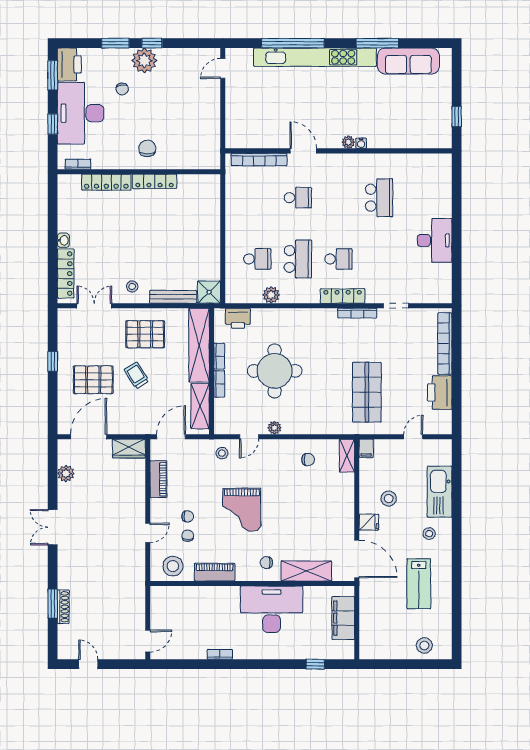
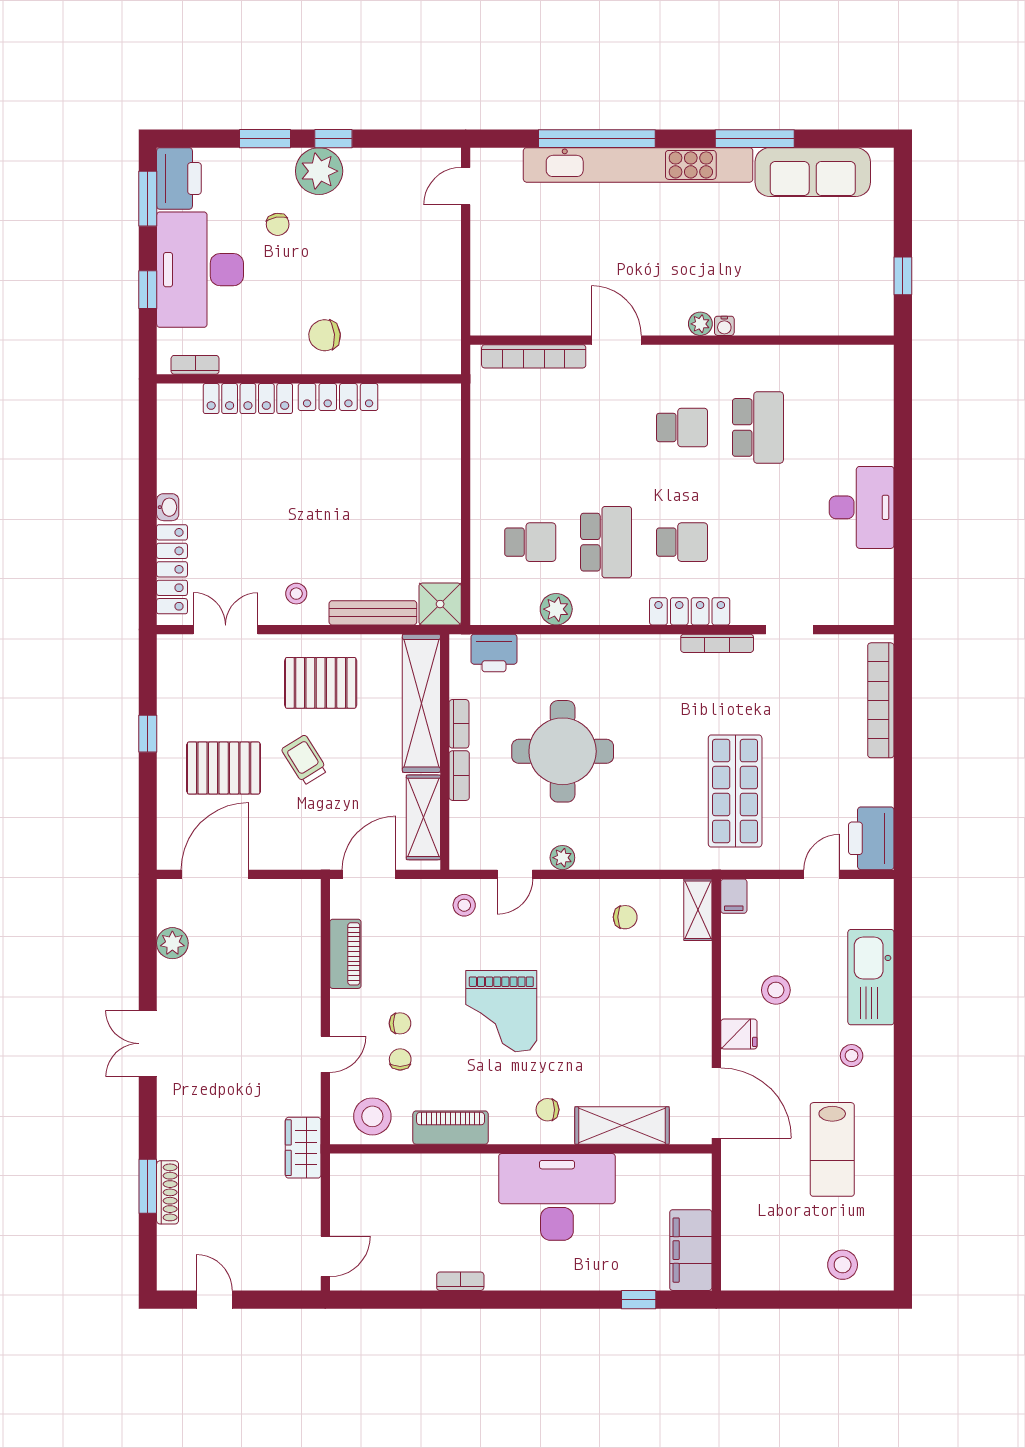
chair: (147, 148) -> (325, 335), turned -95
school desk: (298, 198) -> (682, 427), moved
printer: (440, 393) -> (871, 838), moved
wardrobe: (129, 449) -> (303, 1148), moved, turned 90
filing cabinet: (343, 618) -> (691, 1250), moved

